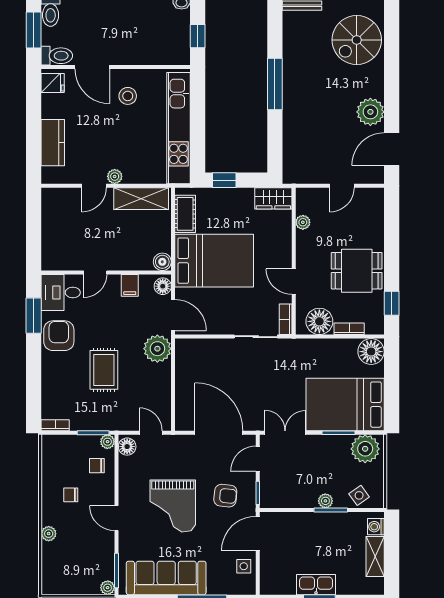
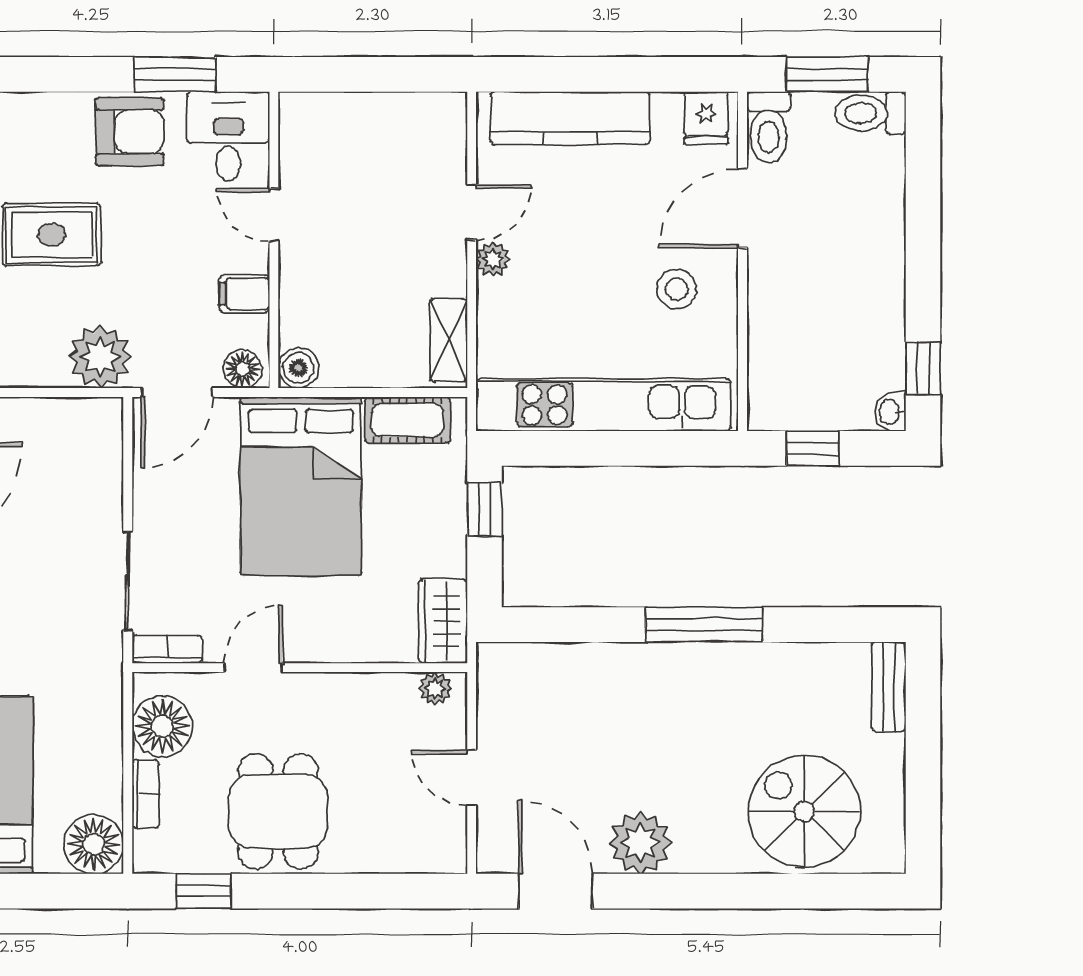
kitchen counter: (53, 143) -> (570, 118), width x1.50
door: (94, 186) -> (472, 212), swing flipped
shelving: (141, 199) -> (449, 340), width x0.67, depth x0.75
plant: (303, 222) -> (435, 688), moved

